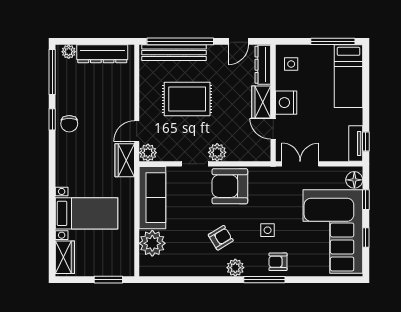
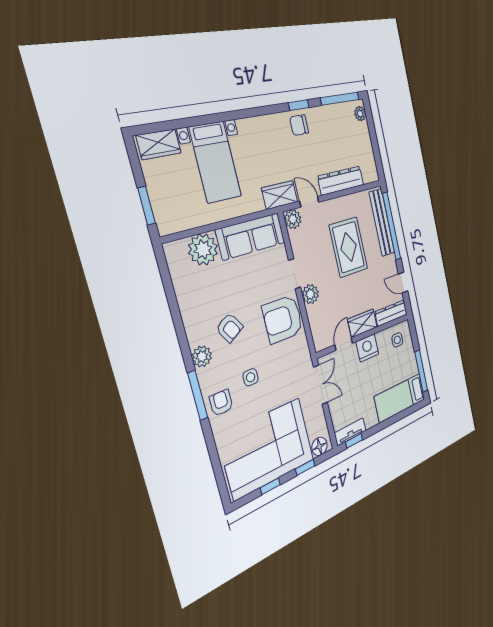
dresser: (102, 54) -> (341, 181), moved, turned 90
armchair: (230, 186) -> (283, 319), turned -90

